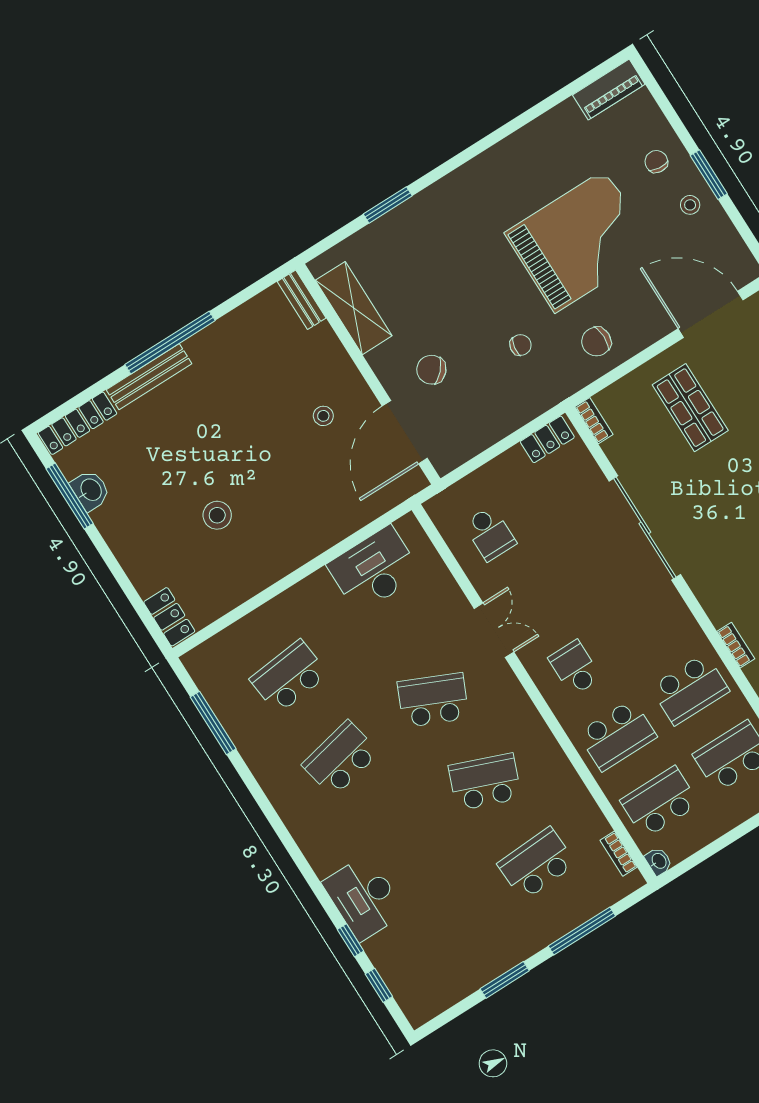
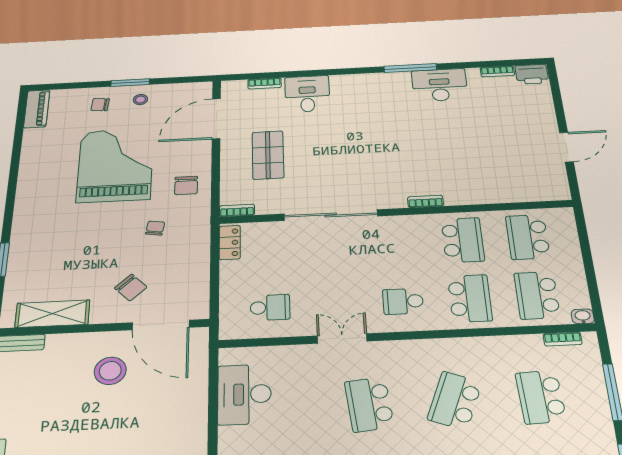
chair: (431, 370) -> (131, 288), turned -87
shop shelf: (690, 408) -> (268, 155), turned 90
stool: (323, 416) -> (110, 371), width x1.89, depth x1.89
bookcase: (736, 645) -> (425, 201), moved
school desk: (433, 700) -> (369, 404), turned -30

